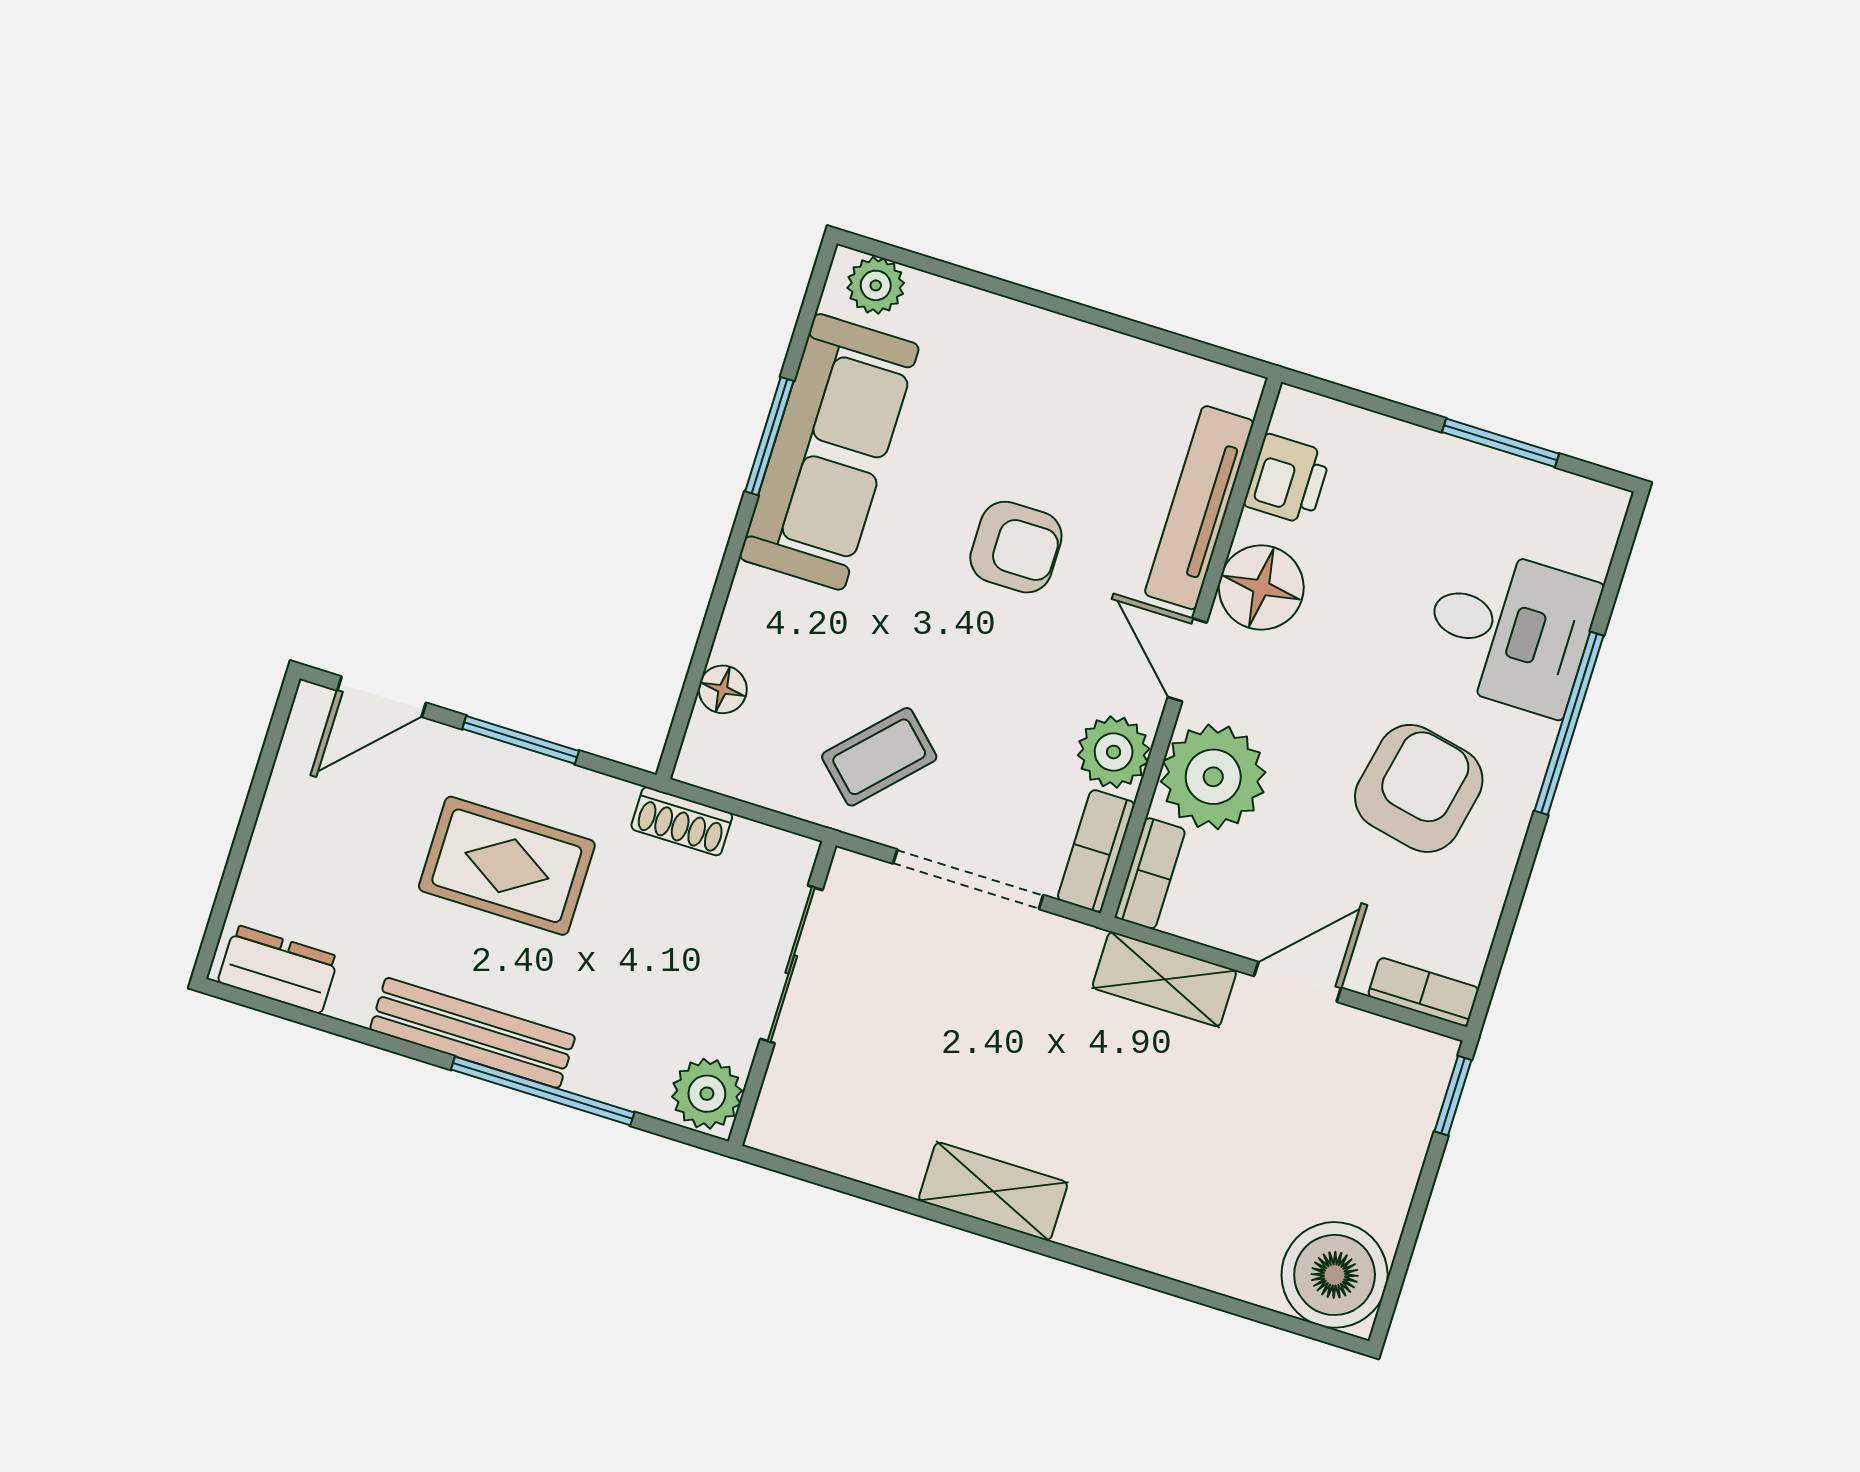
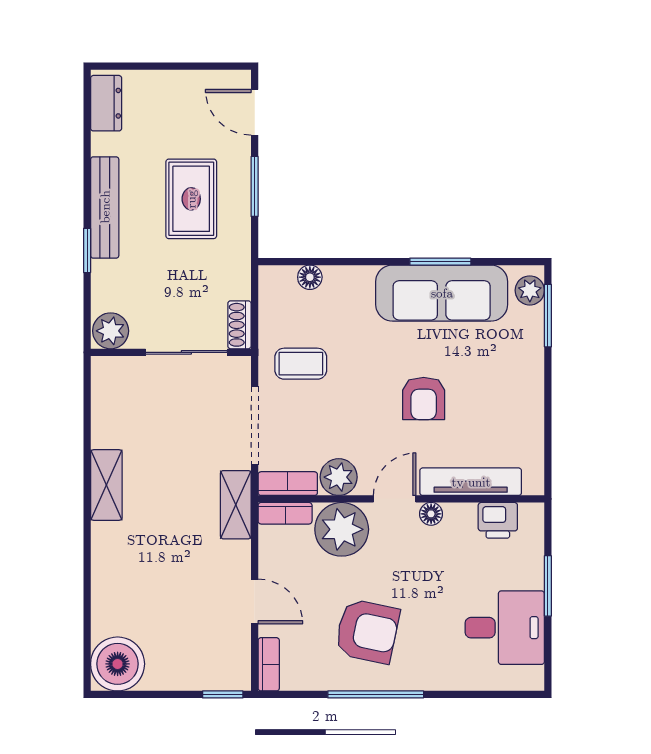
window: (933, 266) -> (548, 316), added
window: (1501, 443) -> (548, 586), moved
floor lamp: (1261, 588) -> (431, 514), width x0.53, depth x0.53
desk: (1509, 630) -> (505, 628), moved, turned -90
window: (1569, 723) -> (376, 694), moved
coffee table: (879, 757) -> (301, 364), turned -44
shoe rack: (682, 821) -> (239, 325), moved
shelving: (1164, 979) -> (236, 505), moved
window: (543, 1091) -> (87, 250), width x0.46

